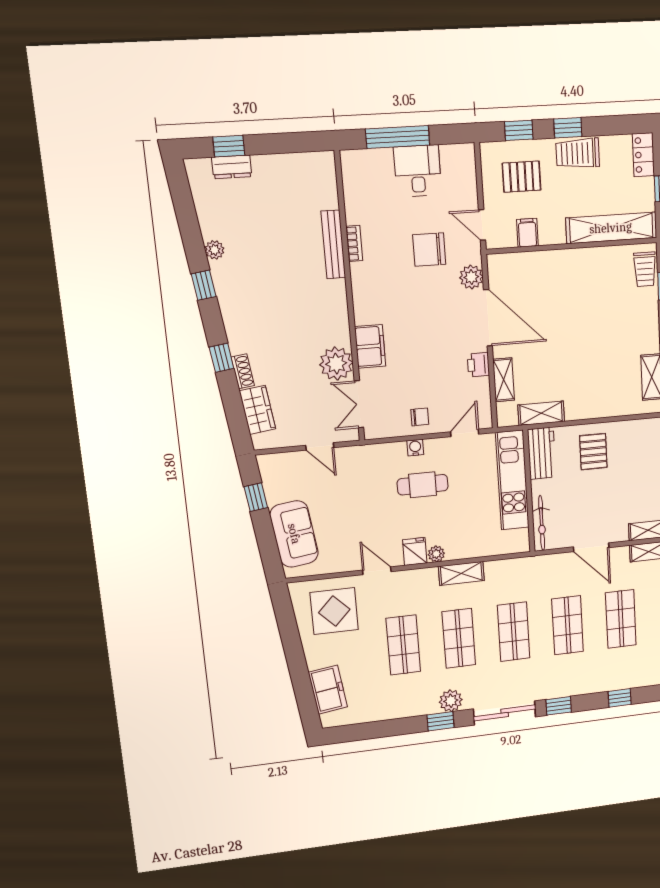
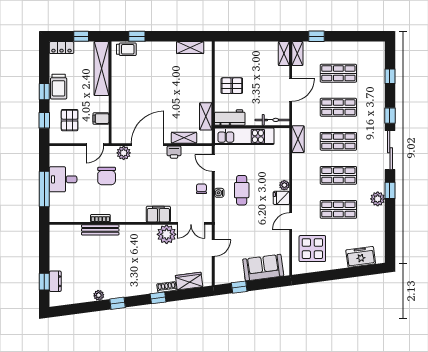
shelving: (461, 573) -> (298, 139), moved
plant: (451, 701) -> (378, 199), moved

